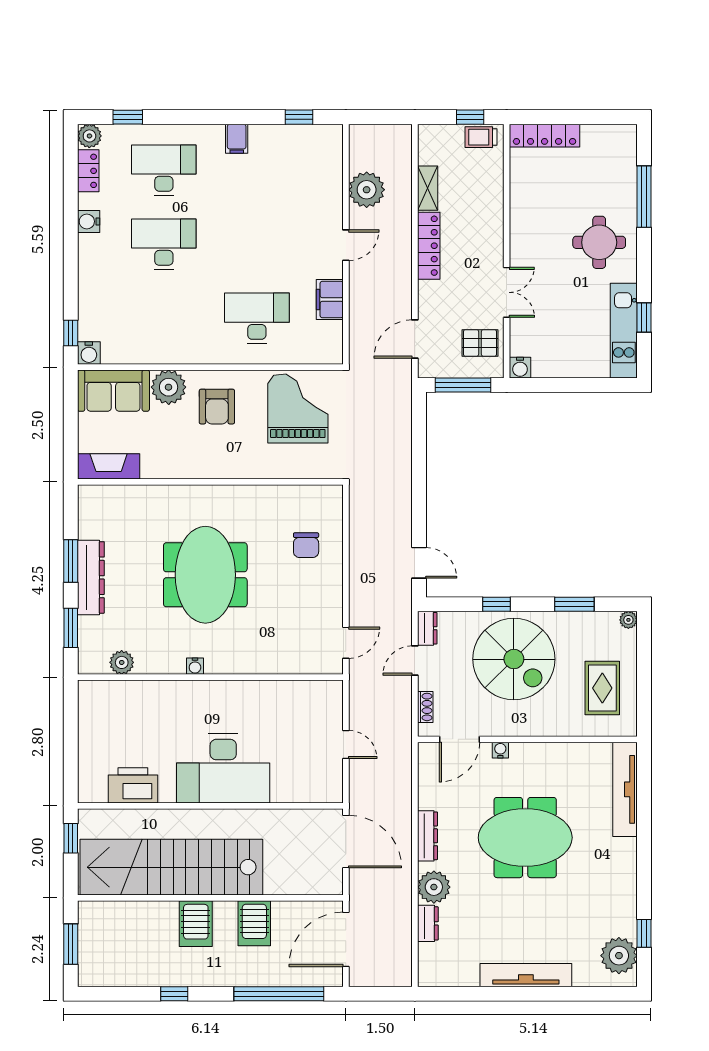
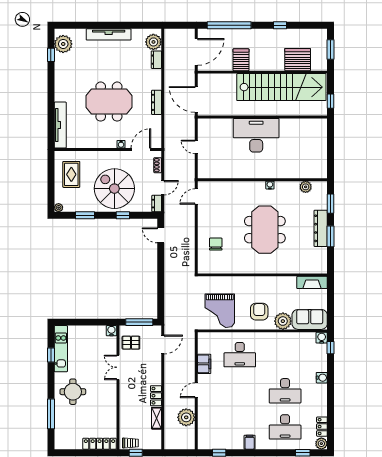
water cooler: (89, 221) -> (322, 378), moved
locker: (429, 246) -> (156, 396), width x0.66
printer: (133, 785) -> (300, 127), removed
plant: (434, 887) -> (153, 42), moved
server rack: (196, 924) -> (298, 60), moved, width x1.60

